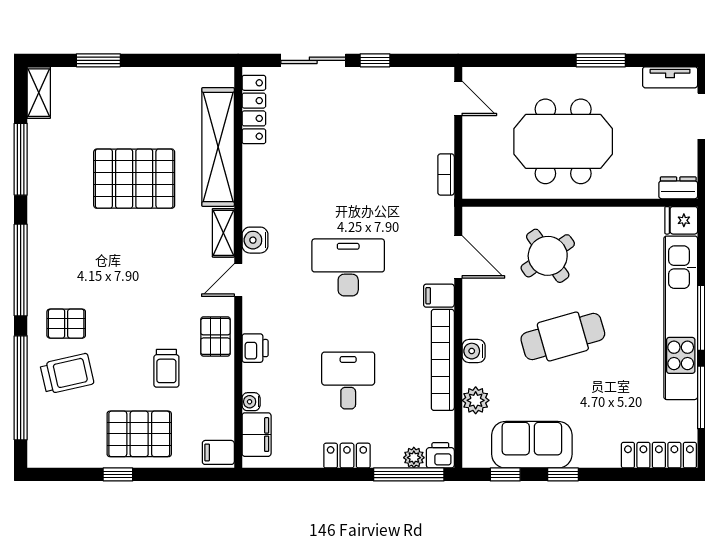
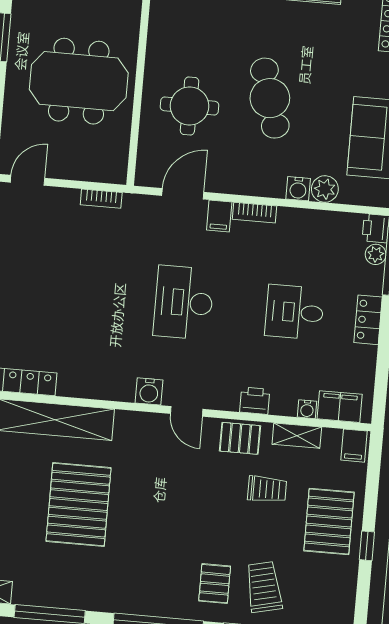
meeting table: (563, 141) -> (79, 81), turned 90
shelving: (223, 233) -> (297, 436), moved
round table: (548, 256) -> (190, 106), turned 35
water cooler: (474, 351) -> (298, 189), moved
bookcase: (443, 360) -> (255, 213), width x0.43, depth x0.76

